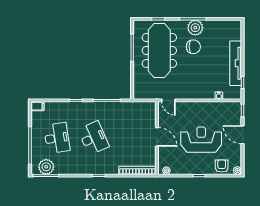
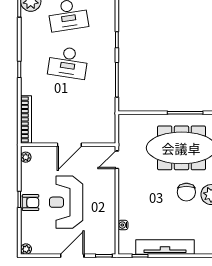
desk: (93, 138) -> (68, 63), turned 33
reception desk: (201, 140) -> (66, 202), turned 180
armchair: (222, 166) -> (31, 203), moved

